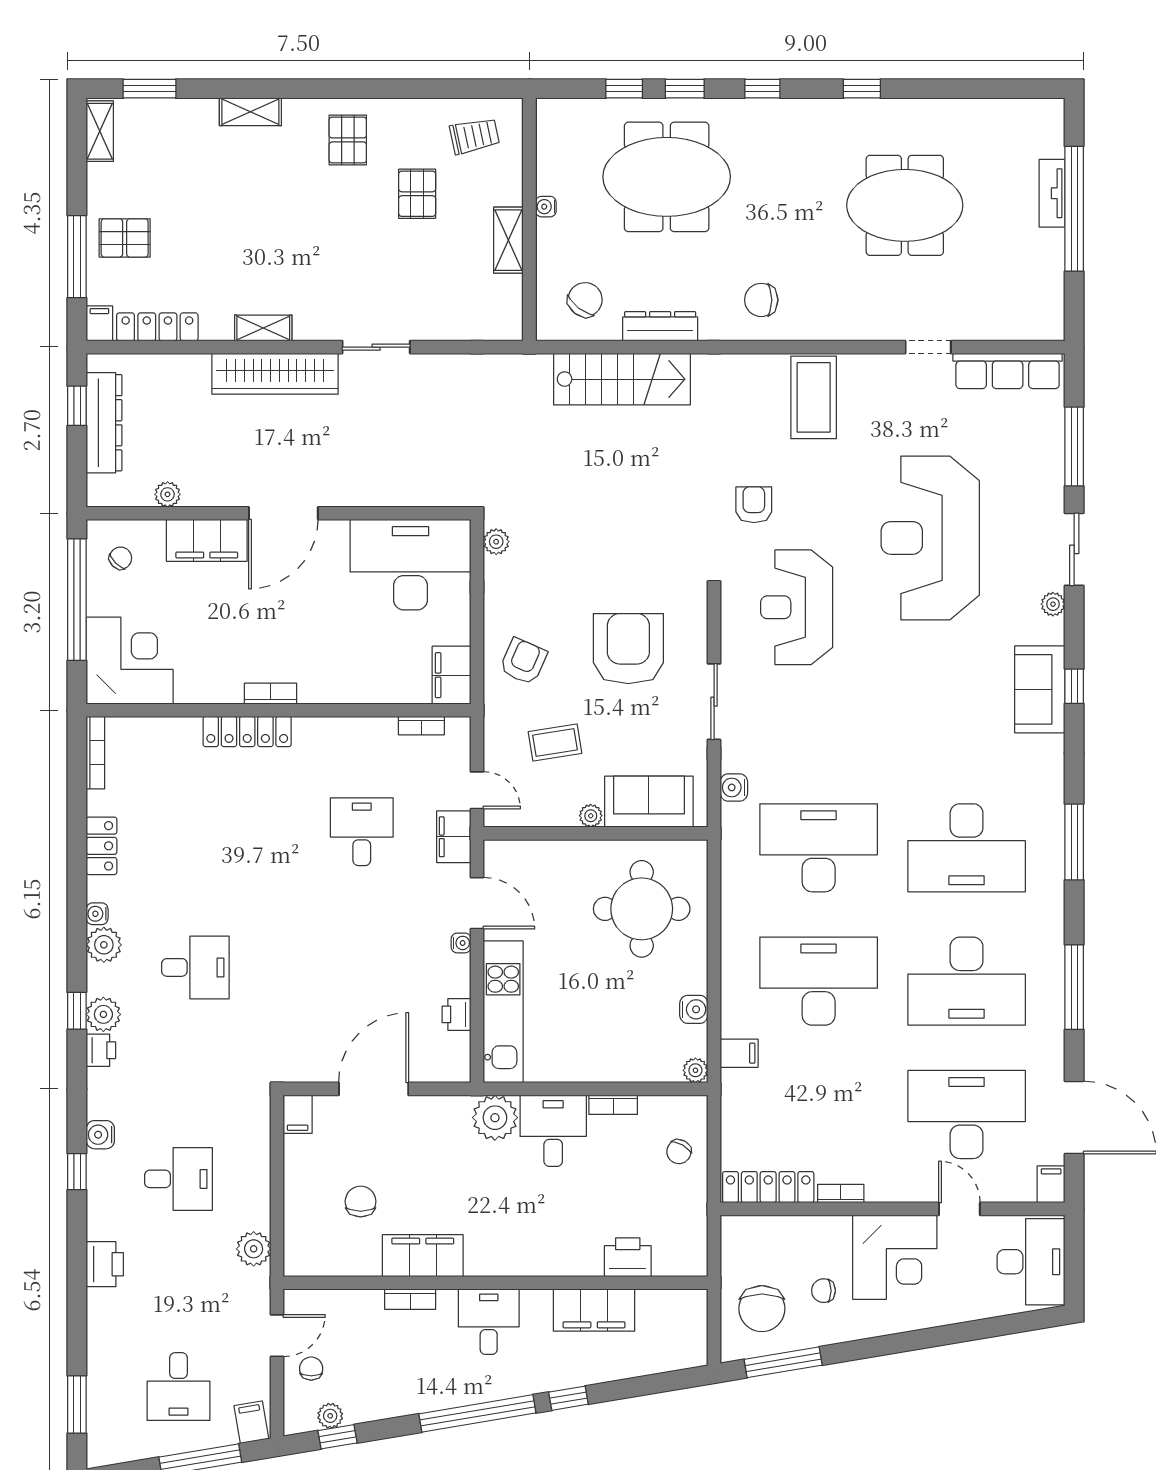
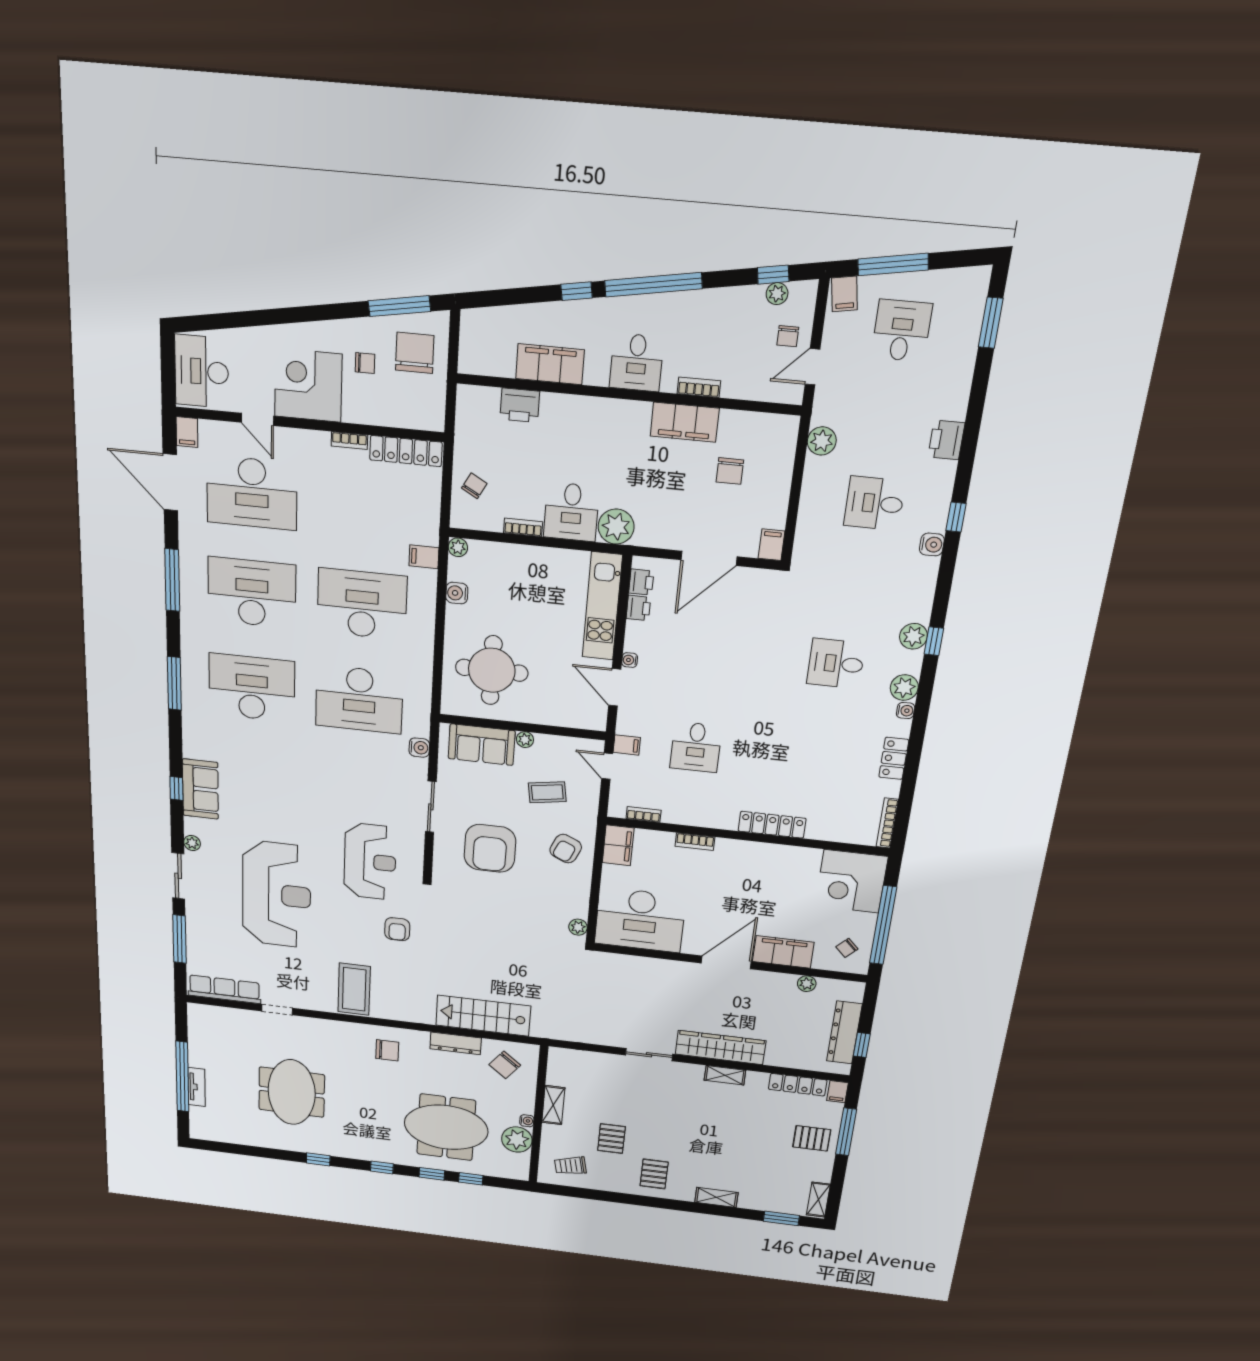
plant: (558, 171) -> (517, 1140), added
meeting table: (905, 205) -> (292, 1092), turned 90
bookcase: (271, 694) -> (695, 842), moved
filing cabinet: (454, 837) -> (627, 745), width x0.50
desk: (819, 981) -> (362, 604), turned 180
printer: (101, 1050) -> (641, 582), moved, turned 180

